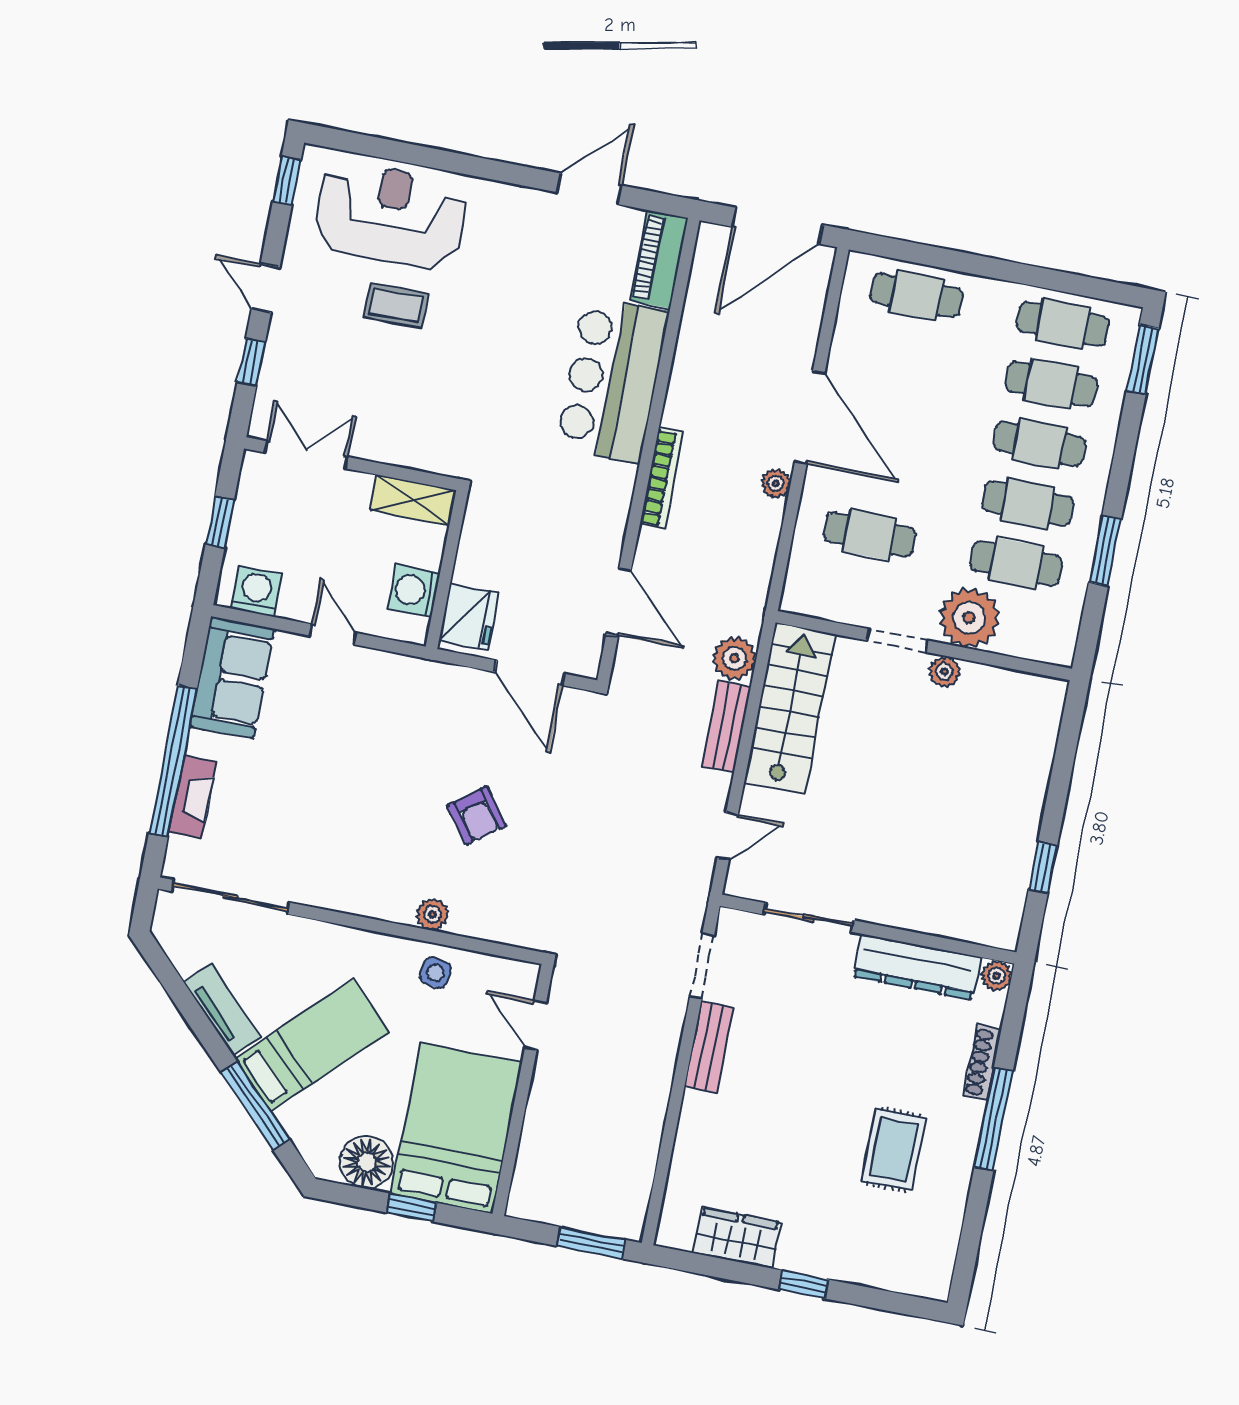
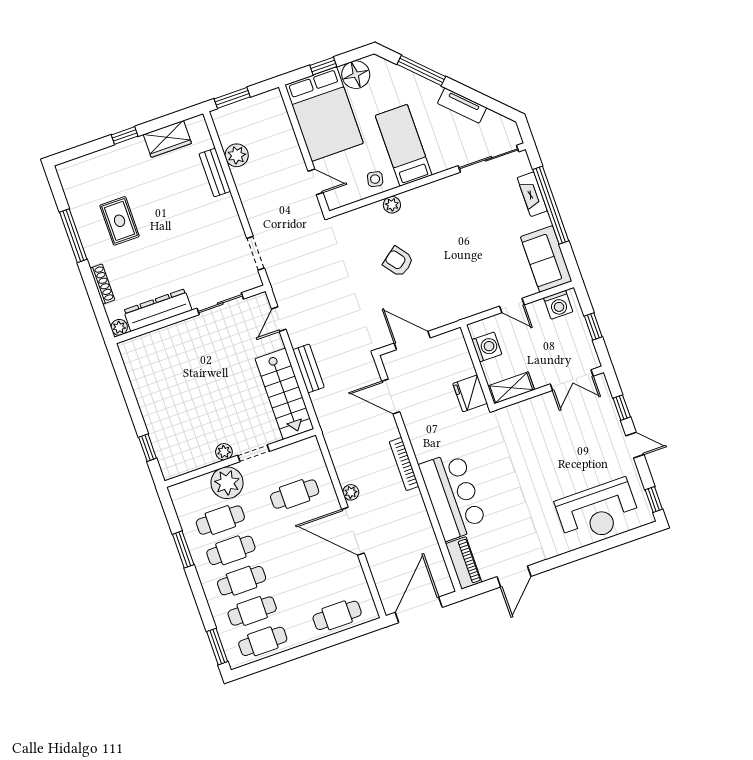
coffee table: (396, 305) -> (571, 472), removed
fridge: (469, 617) -> (470, 393), moved
plant: (734, 658) -> (237, 155), moved
window: (1043, 868) -> (148, 448), moved
bed: (312, 1045) -> (404, 145), moved, turned 135
bench: (709, 1047) -> (215, 173), moved
window: (994, 1119) -> (73, 236), moved

